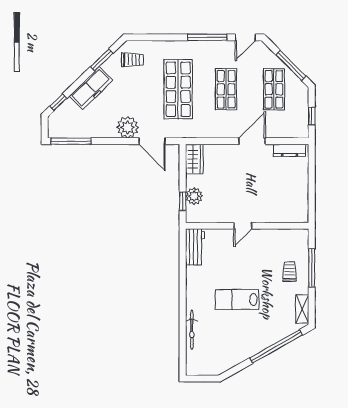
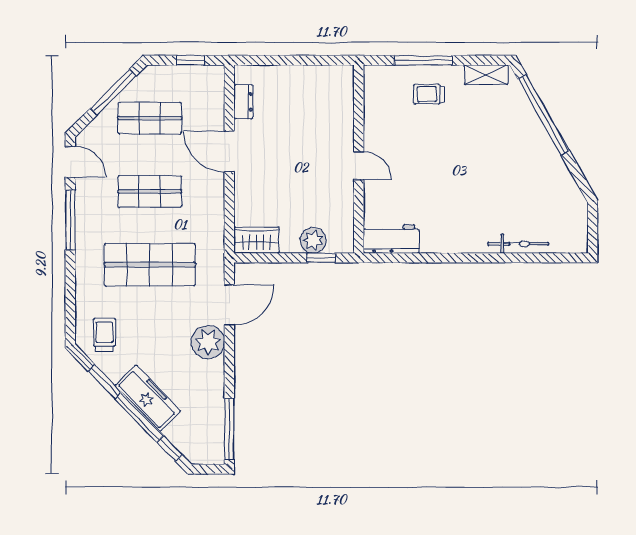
dresser: (289, 150) -> (243, 102), width x0.70
lab bench: (237, 300) -> (472, 175), removed

